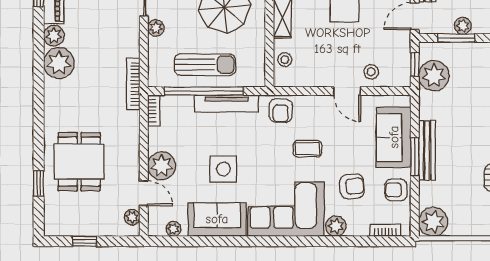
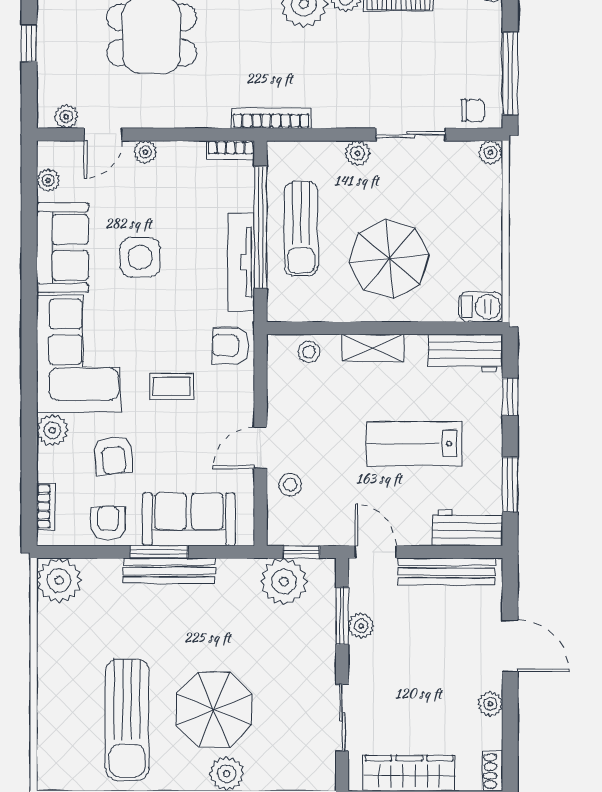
coffee table: (307, 149) -> (172, 387), turned 90
plant: (162, 166) -> (145, 152), width x0.53, depth x0.53

